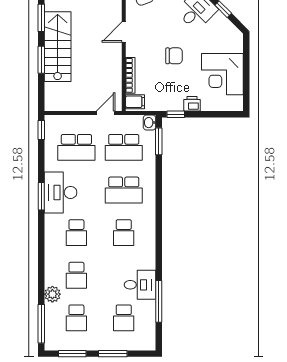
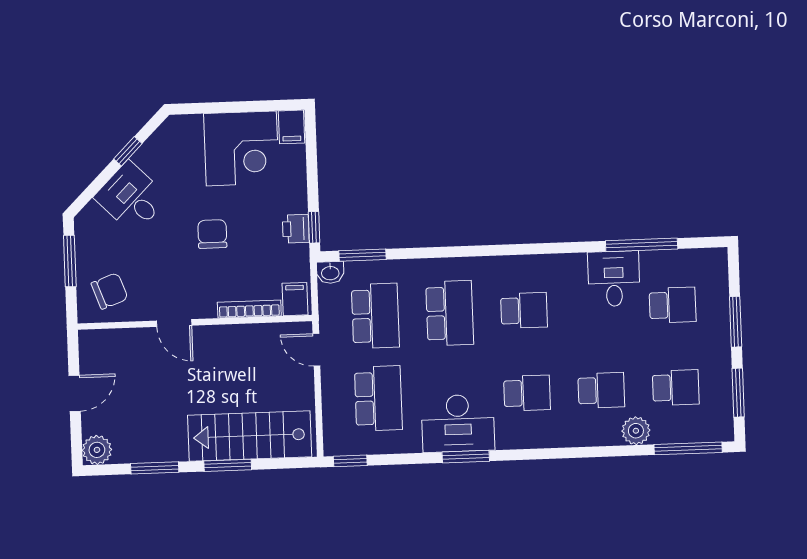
stairs: (58, 47) -> (250, 436), moved
filing cabinet: (234, 103) -> (291, 127), added
printer: (192, 104) -> (296, 229), moved

